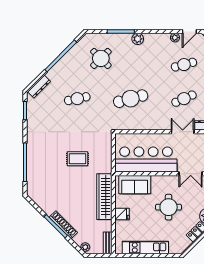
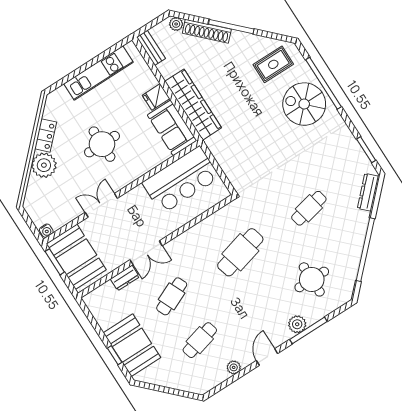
door: (189, 32) -> (267, 357), moved
plant: (138, 39) -> (297, 324), moved
round table: (101, 58) -> (312, 279), turned 45
spiral stairs: (43, 158) -> (304, 104), added
rug: (78, 159) -> (273, 64), moved
bar counter: (146, 159) -> (181, 180), width x0.73
sofa: (135, 185) -> (172, 128), moved, turned -90
shoe rack: (63, 225) -> (207, 31), moved

